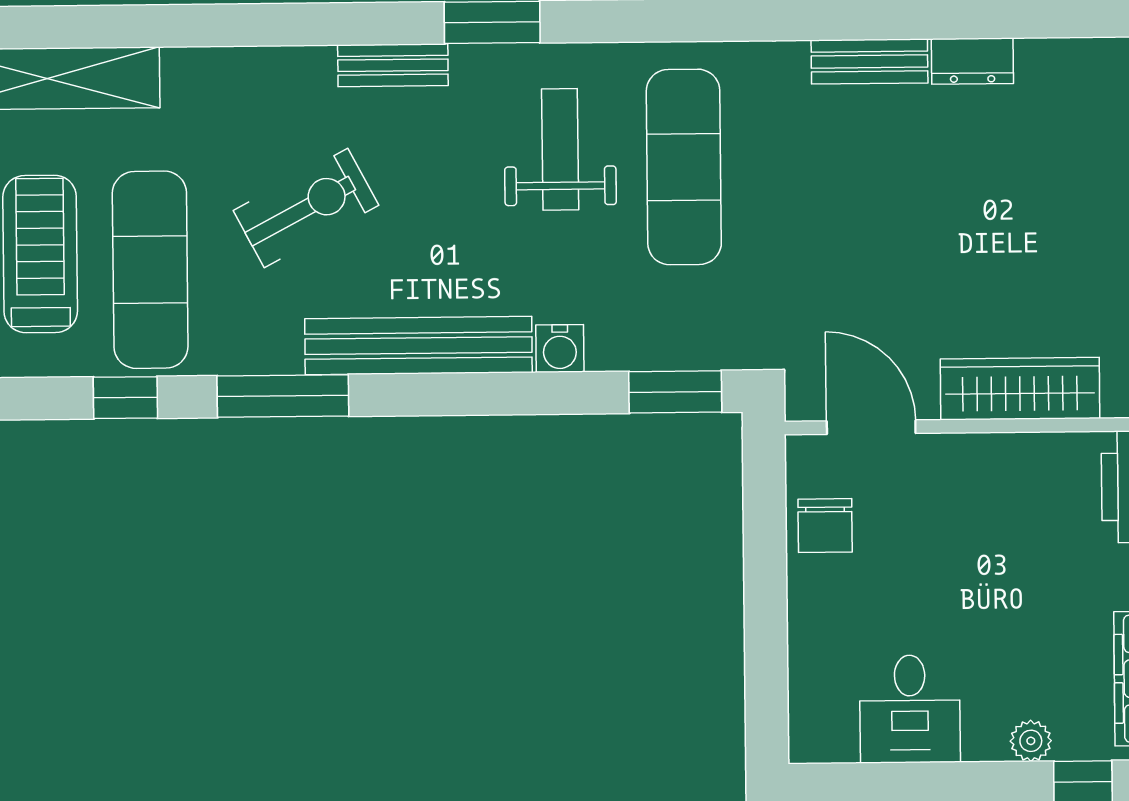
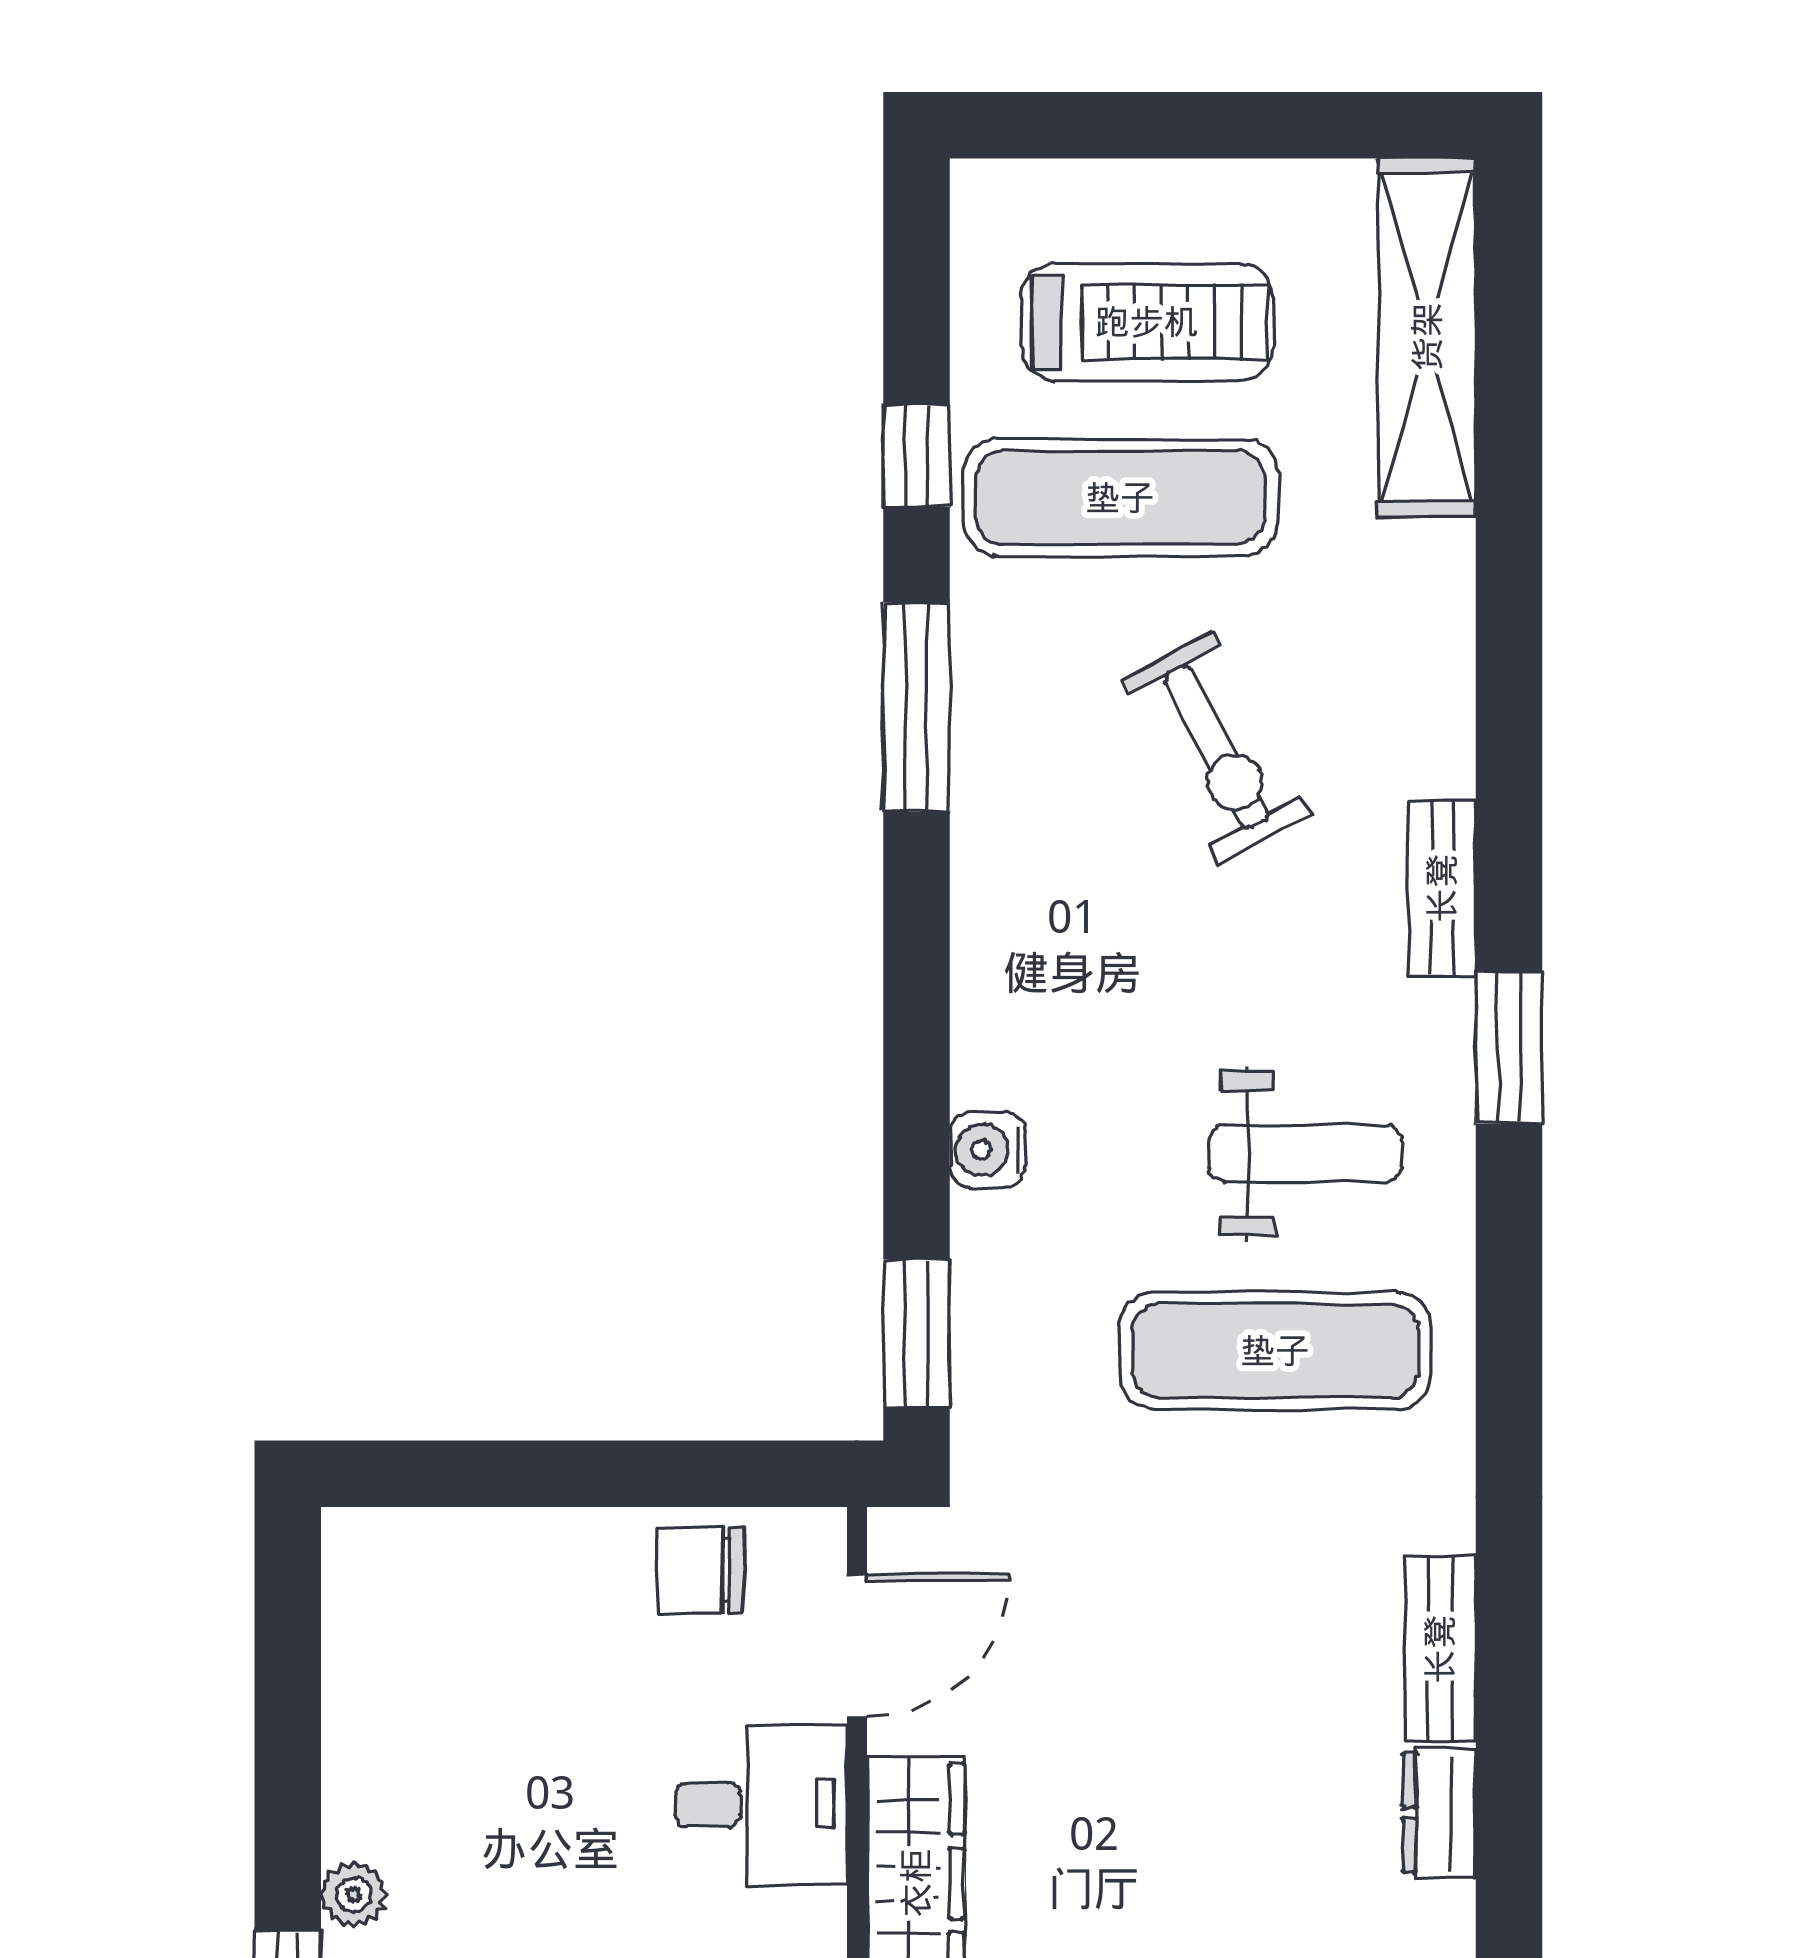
bench: (418, 346) -> (995, 924), removed
desk: (910, 709) -> (761, 1804), moved, turned 180

